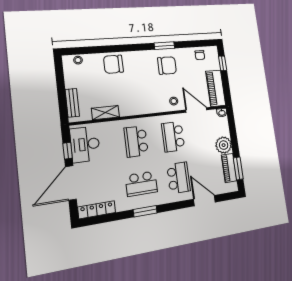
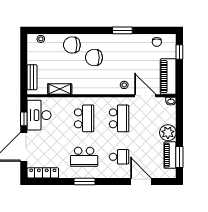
chair: (167, 66) -> (94, 58), moved, turned 180
school desk: (173, 137) -> (119, 118), turned 180
school desk: (136, 141) -> (84, 118), turned 180
school desk: (179, 178) -> (119, 157), width x0.54

